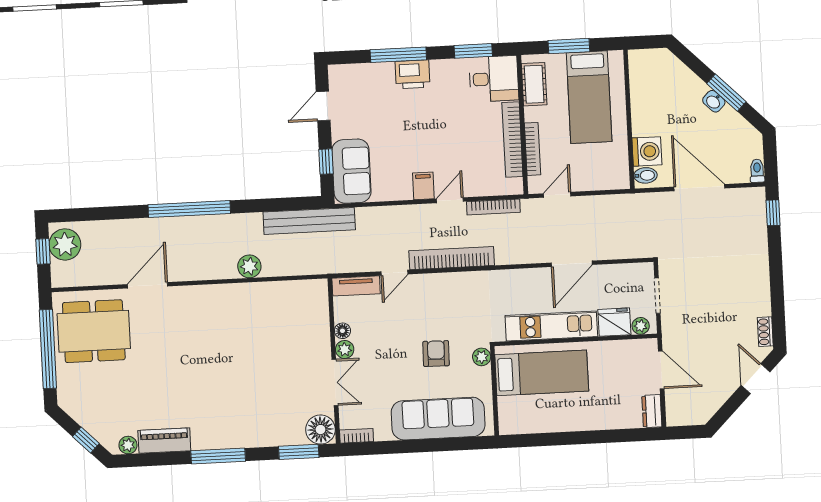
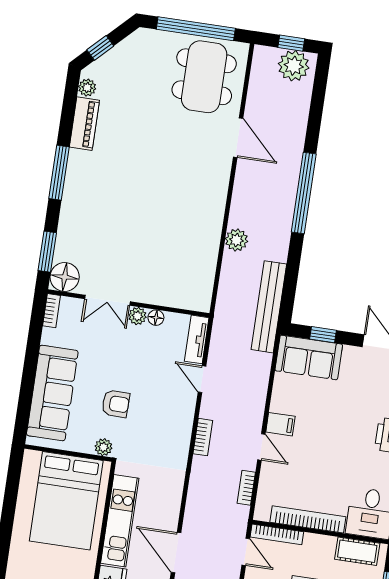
bookcase: (533, 149) -> (277, 534), moved
bookcase: (493, 207) -> (246, 488), width x0.64
bookcase: (452, 258) -> (203, 437), width x0.43, depth x0.76
bed: (542, 373) -> (66, 501), width x1.50

